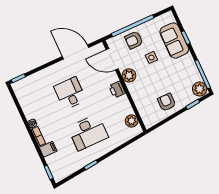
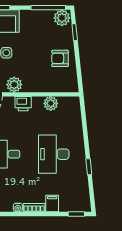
plant: (132, 121) -> (51, 103), moved
desk: (88, 132) -> (54, 154), turned 180

